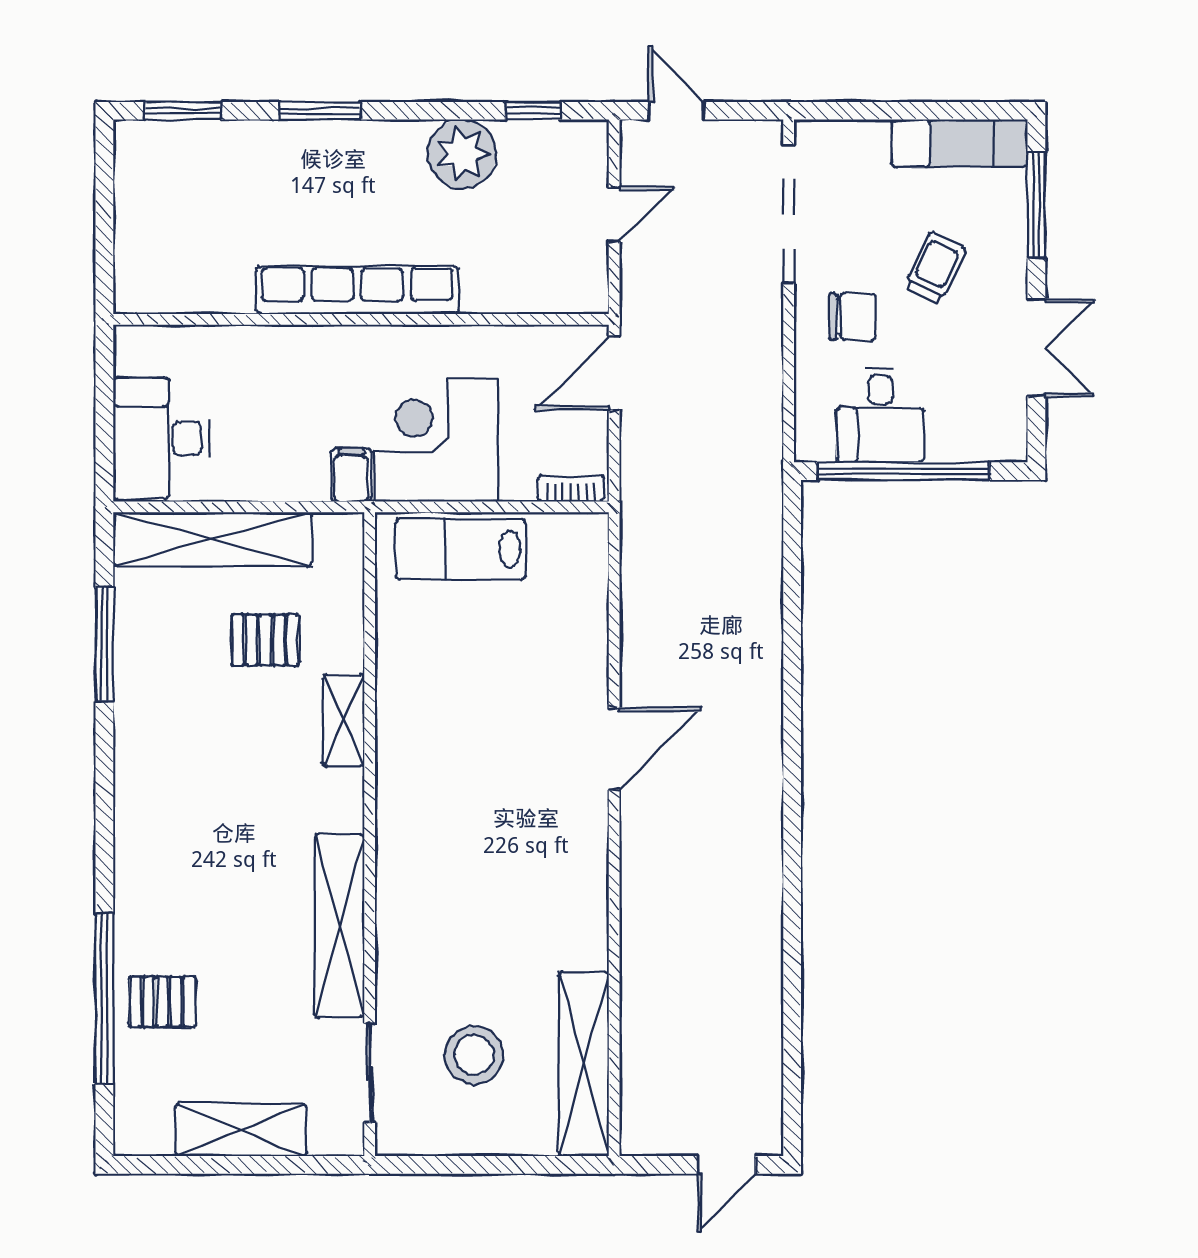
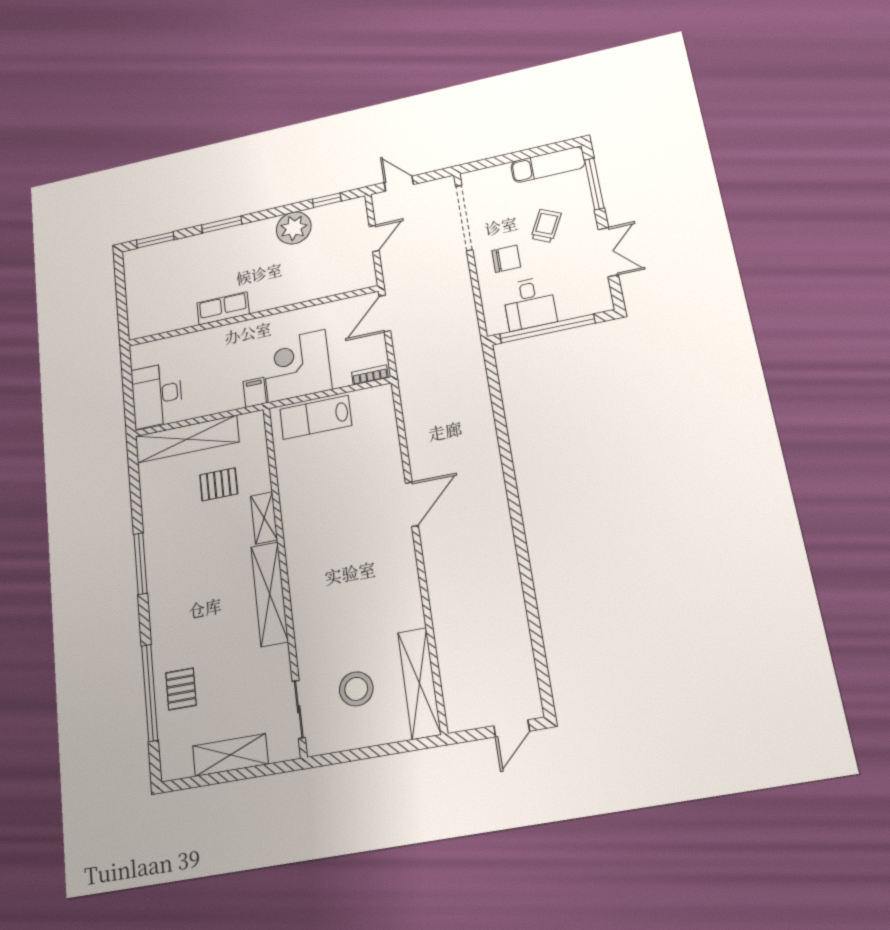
row of seats: (357, 290) -> (223, 308), width x0.50
window: (104, 644) -> (140, 563), moved
shelving: (339, 926) -> (270, 594), moved
pallet: (162, 1002) -> (181, 689), turned 90

